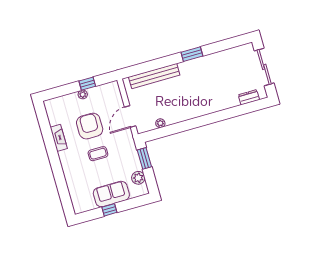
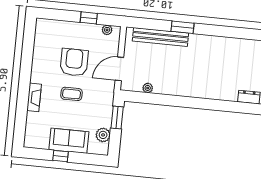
window: (192, 54) -> (183, 27), moved
plant: (83, 94) -> (107, 30), moved
fireplace: (59, 138) -> (34, 97), moved

